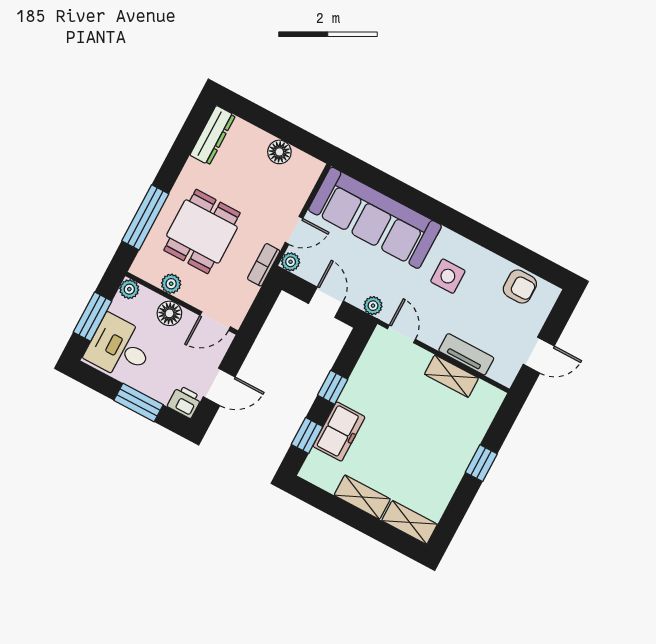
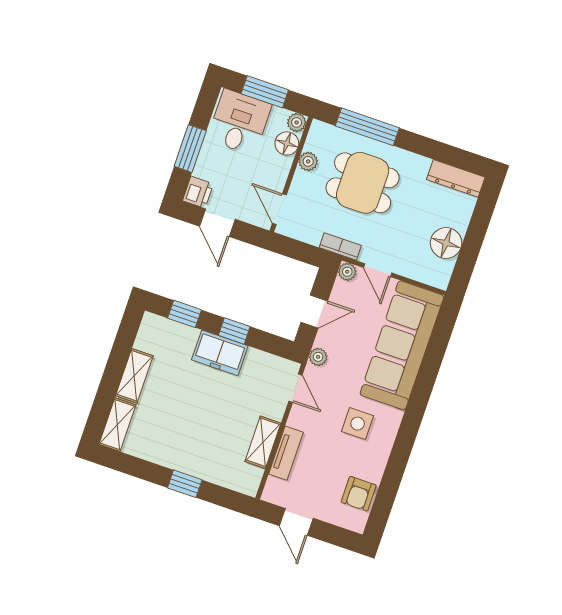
floor lamp: (279, 152) -> (446, 243), width x1.38, depth x1.38
floor lamp: (169, 313) -> (287, 143), moved
door: (401, 334) -> (295, 388), hinge flipped
freezer: (339, 432) -> (220, 353), moved

